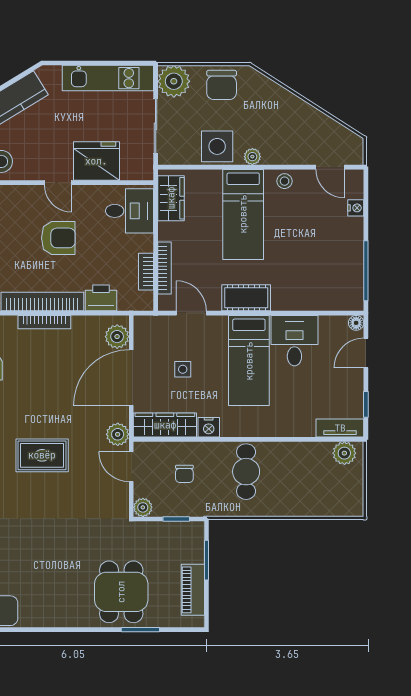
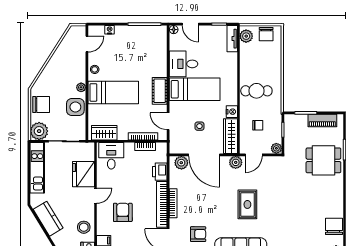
armchair: (58, 238) -> (123, 212), moved
door: (191, 313) -> (168, 121), hinge flipped
chair: (348, 489) -> (266, 34), added

